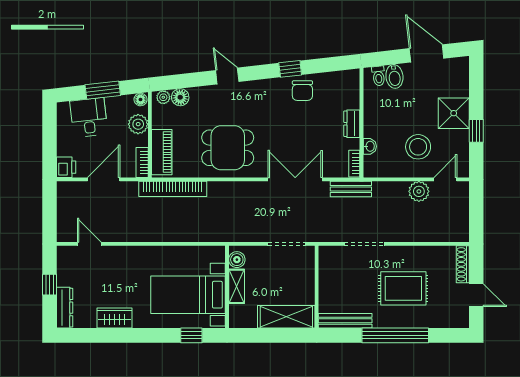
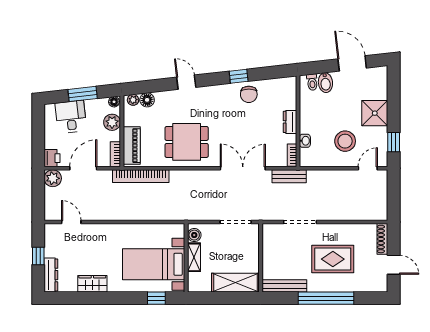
window: (476, 131) -> (394, 142), moved
plant: (419, 191) -> (53, 178), moved

